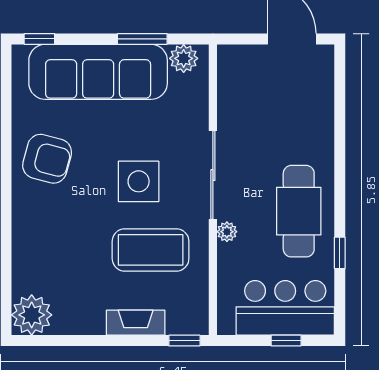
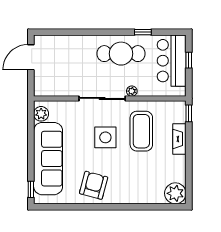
window: (142, 39) -> (31, 135), removed

